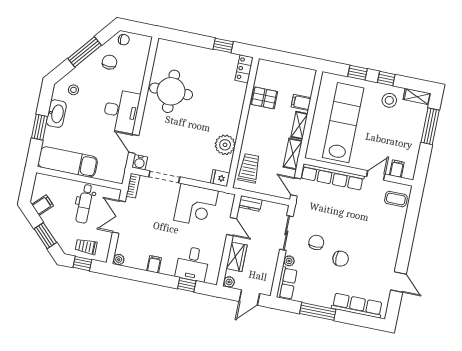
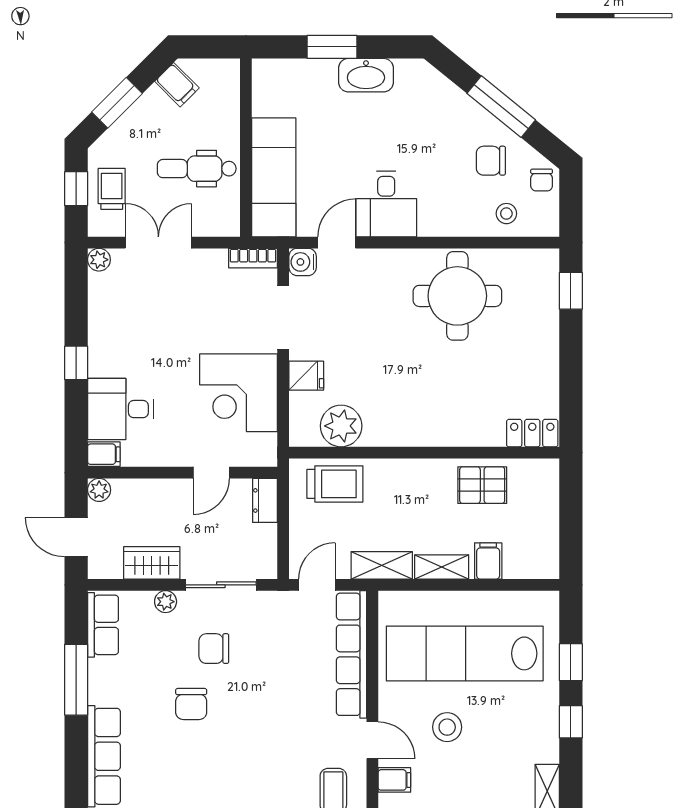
window: (223, 45) -> (571, 291), moved
chair: (109, 62) -> (491, 161), turned 180
stool: (73, 90) -> (506, 214), moved
pallet: (264, 98) -> (482, 485), turned 90
stool: (389, 100) -> (447, 727), moved
desk: (121, 111) -> (386, 204), width x0.73
lab bench: (343, 123) -> (465, 653), turned 180
plant: (225, 145) -> (341, 426), moved
exam couch: (68, 162) -> (274, 177), moved
fridge: (220, 178) -> (306, 376), moved, turned 90
double door: (119, 217) -> (158, 243), moved
chair: (316, 242) -> (214, 649), turned 180
wardrobe: (237, 257) -> (152, 563), moved, turned 180
filing cabinet: (154, 264) -> (104, 454), moved
row of seats: (287, 283) -> (103, 625), moved, turned -90
window: (187, 285) -> (76, 363), moved

